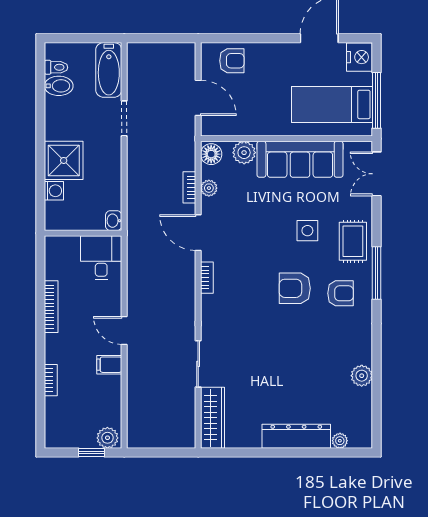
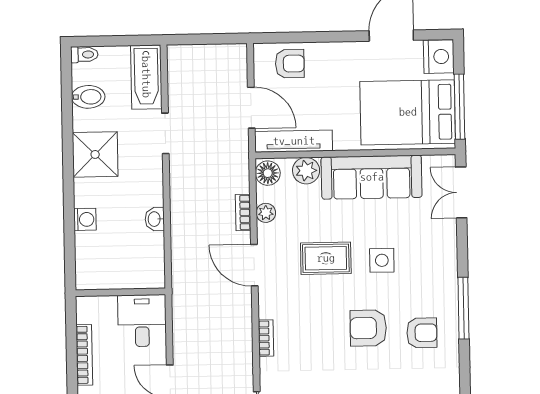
toilet: (56, 67) -> (84, 55), moved
bed: (332, 104) -> (408, 112), width x1.50
tv unit: (234, 127) -> (294, 141), added
shower: (64, 160) -> (95, 154), moved
washbasin: (114, 221) -> (155, 219), moved
wall: (83, 233) -> (120, 292), moved
rug: (353, 241) -> (326, 258), moved, turned 90
desk: (101, 258) -> (142, 321), moved
bookcase: (207, 278) -> (266, 338), moved

